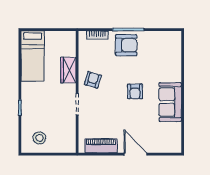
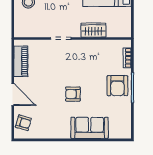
armchair: (93, 80) -> (23, 123), moved
sofa: (170, 102) -> (90, 128), moved
door: (136, 154) -> (13, 95), hinge flipped

